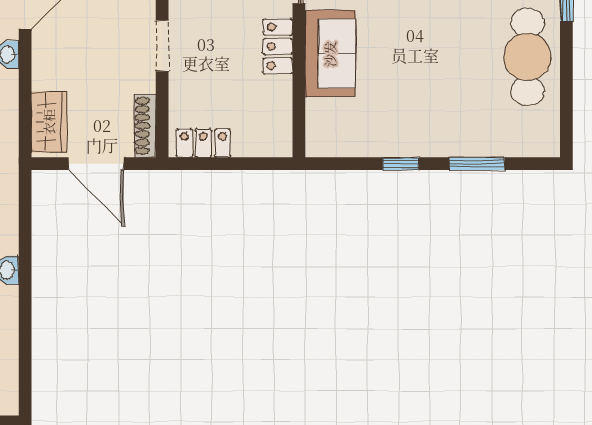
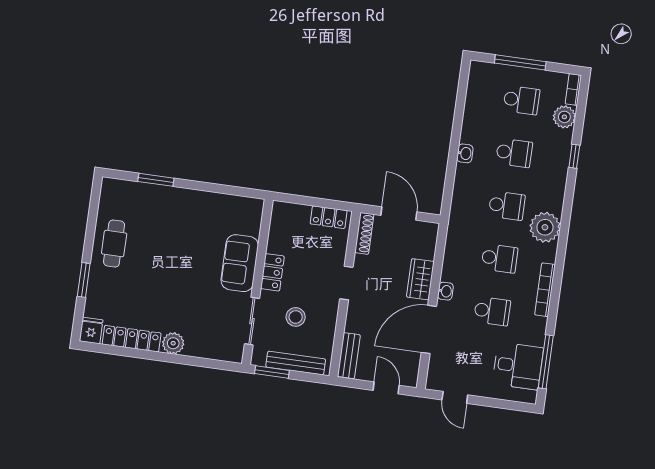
cafe table: (527, 57) -> (114, 243), width x0.73, depth x0.74
wardrobe: (49, 122) -> (420, 279), moved
window: (401, 164) -> (204, 187), removed

